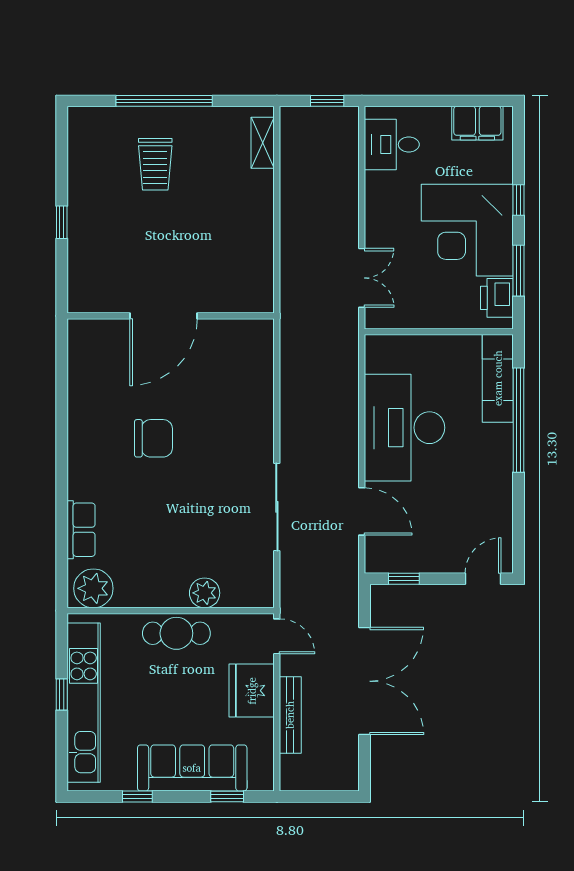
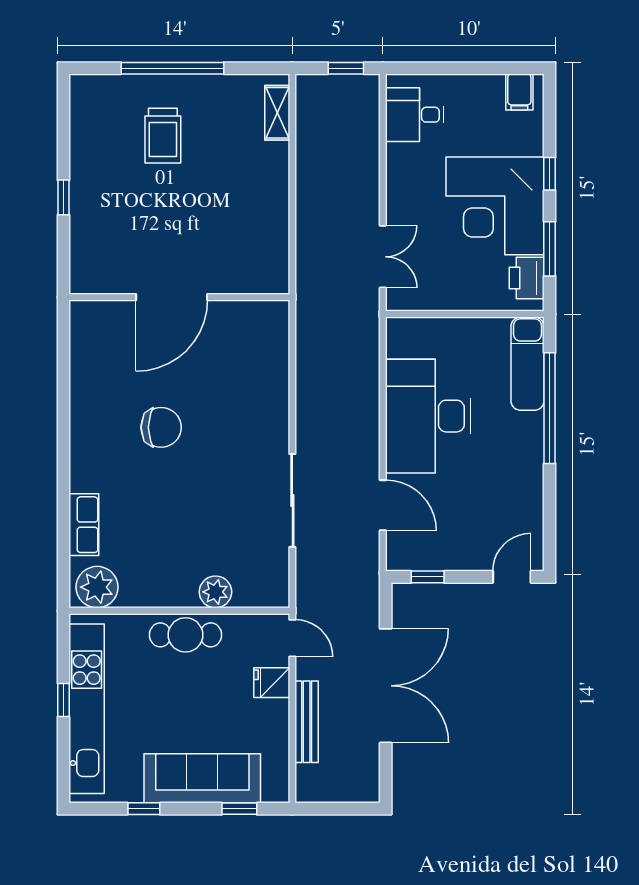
filing cabinet: (477, 123) -> (519, 92), width x0.50
fridge: (252, 691) -> (272, 683), width x0.53, depth x0.75

